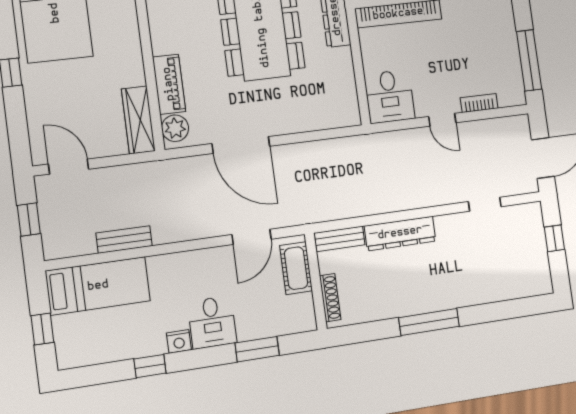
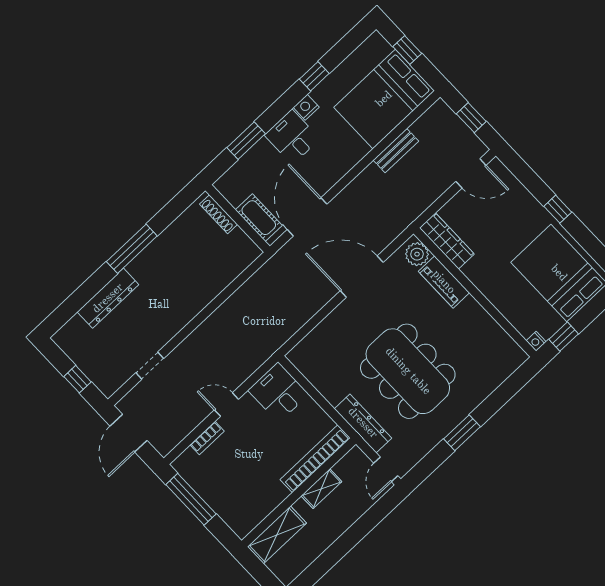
dresser: (400, 233) -> (108, 298), moved, turned 180
door: (252, 237) -> (307, 217), width x1.36
bench: (340, 239) -> (242, 261), removed
bed: (98, 286) -> (384, 99), width x1.50

